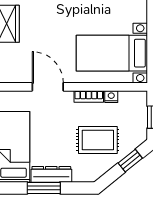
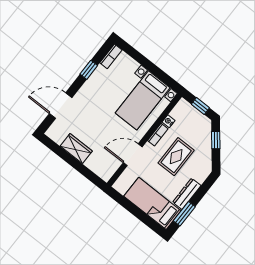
rug: (98, 140) -> (176, 157), moved
window: (44, 188) -> (184, 214), moved

